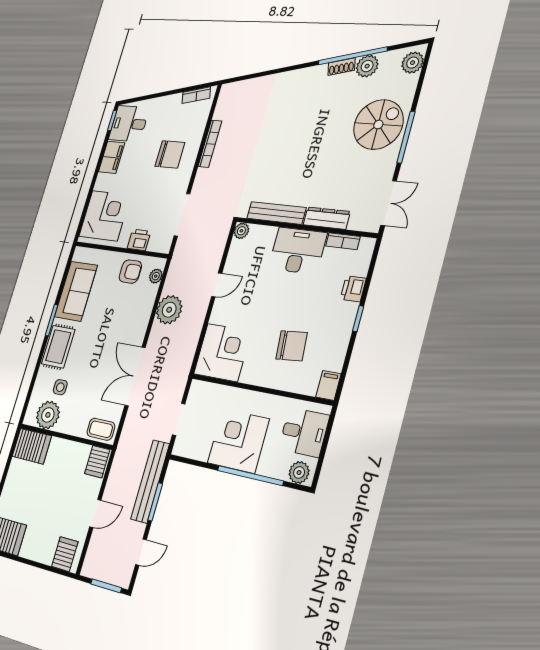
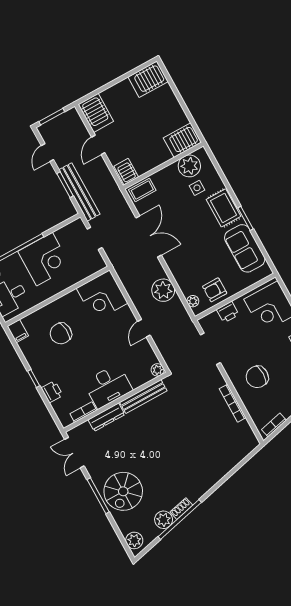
server rack: (65, 554) -> (96, 113), width x1.36, depth x1.44

